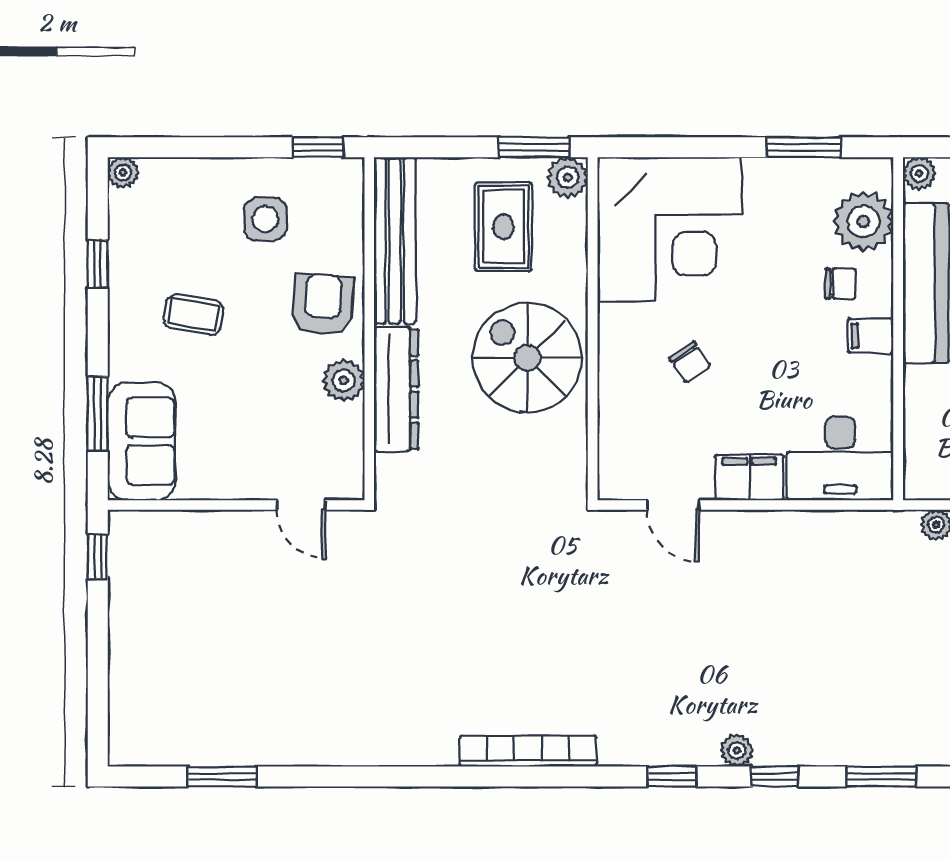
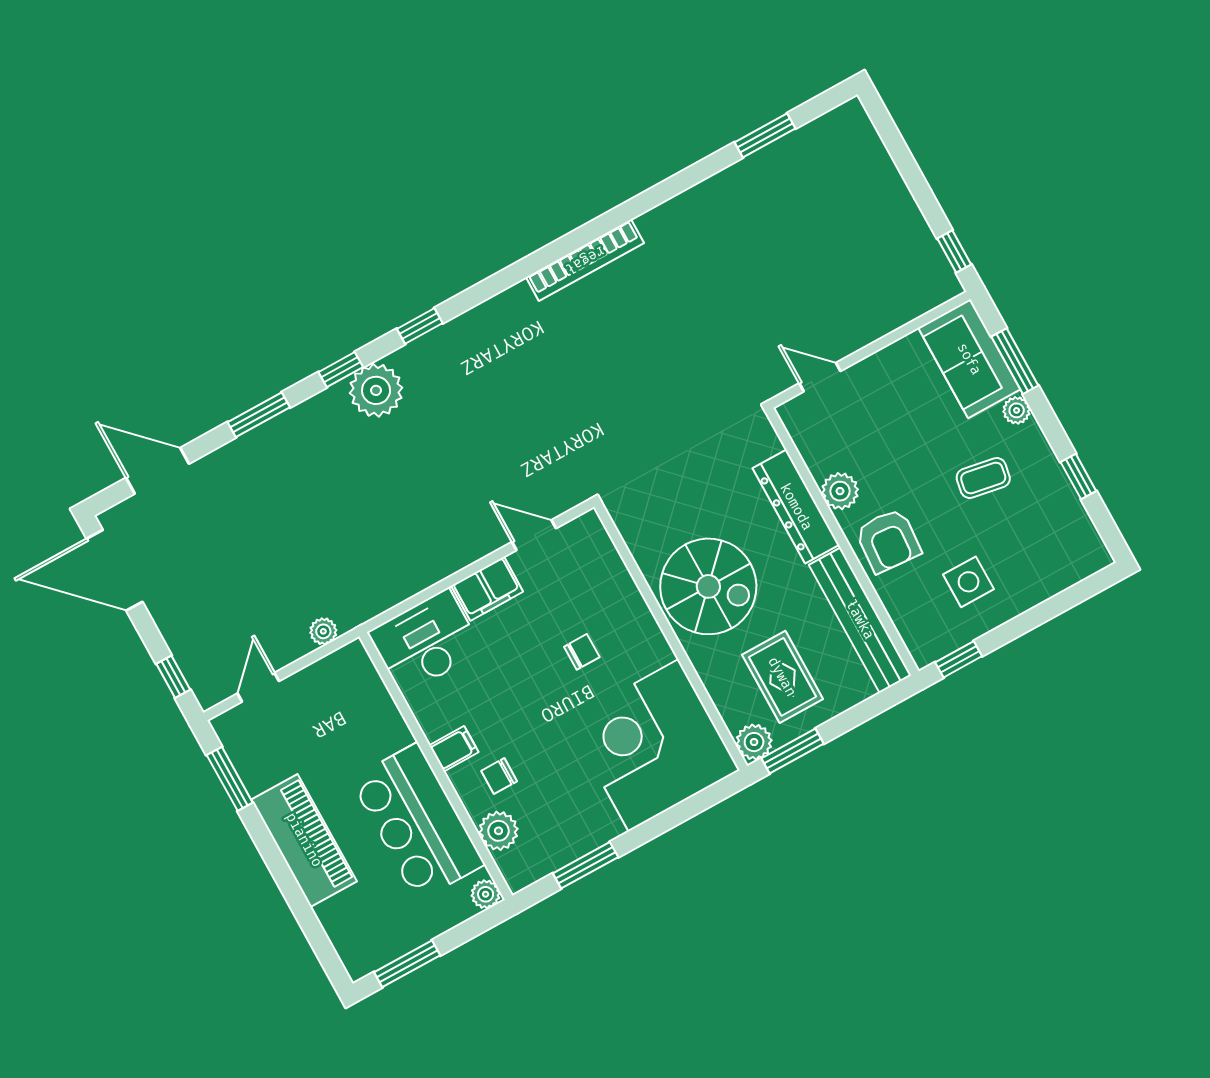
plant: (123, 173) -> (1017, 410), moved
plant: (863, 221) -> (498, 831), width x0.73, depth x0.73
chair: (690, 362) -> (582, 652), turned 124
bookcase: (528, 751) -> (585, 260), moved
plant: (737, 751) -> (376, 390), width x1.88, depth x1.88

